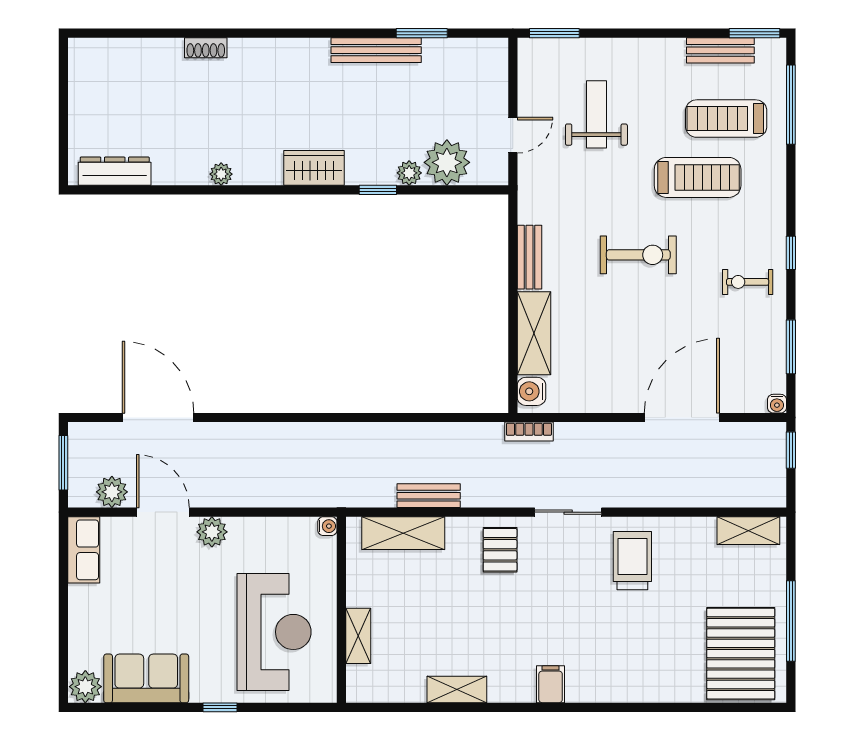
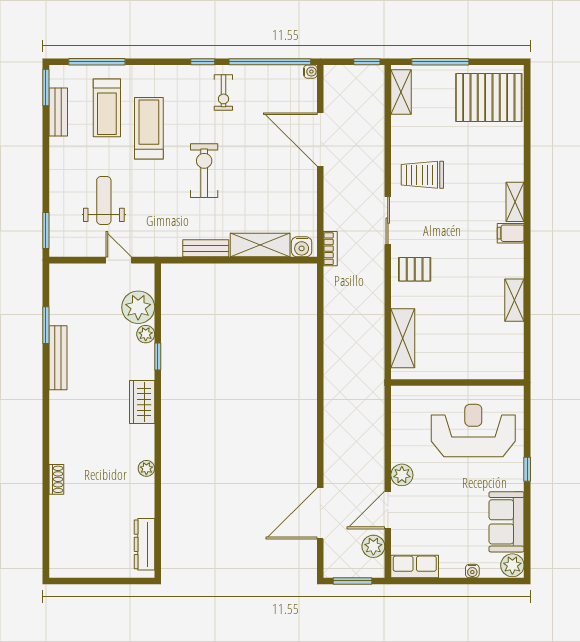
weight bench: (596, 114) -> (104, 200), turned 90
window: (791, 347) -> (270, 62), width x2.11
window: (791, 450) -> (367, 62), moved
bench: (429, 496) -> (376, 320), removed
water cooler: (327, 526) -> (472, 571), moved, turned 180
window: (791, 621) -> (440, 62), moved
shelving: (358, 636) -> (515, 202), moved, turned 90

